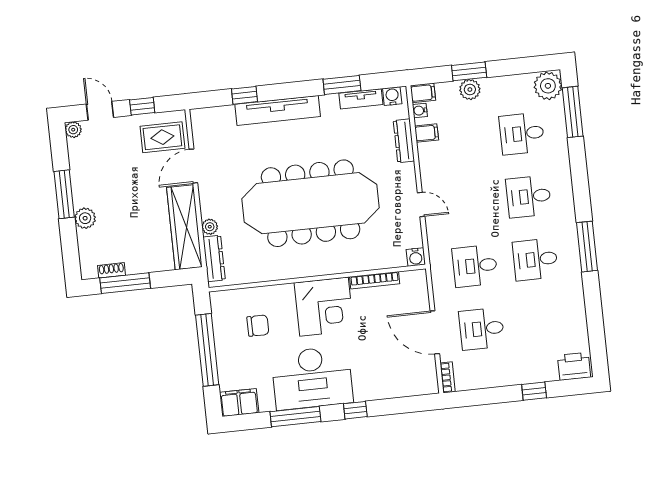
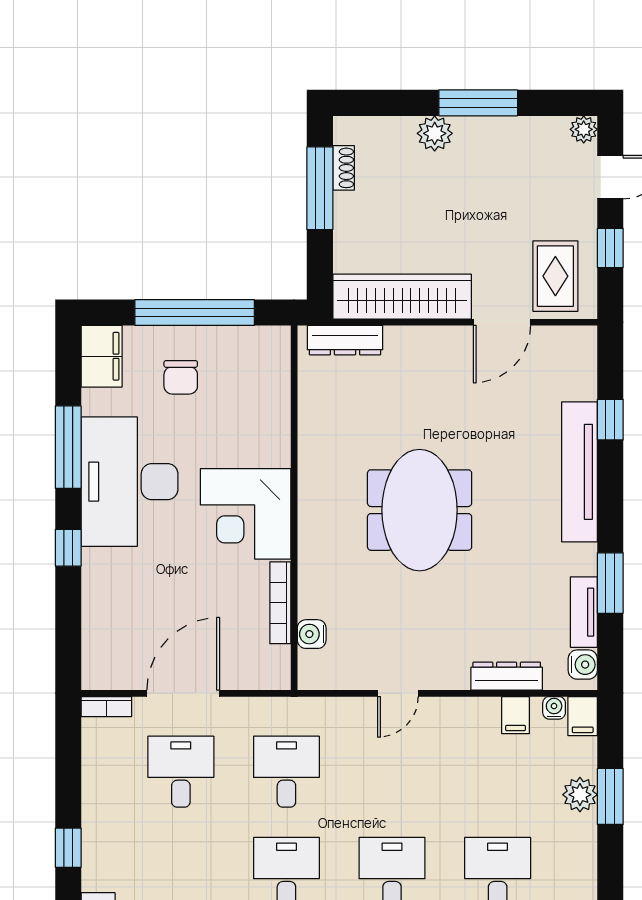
door: (193, 166) -> (502, 322), swing flipped
meeting table: (311, 203) -> (420, 510), width x0.54, depth x0.79
plant: (210, 227) -> (398, 339), removed
water cooler: (416, 257) -> (312, 634), moved
chair: (258, 326) -> (181, 377), moved

